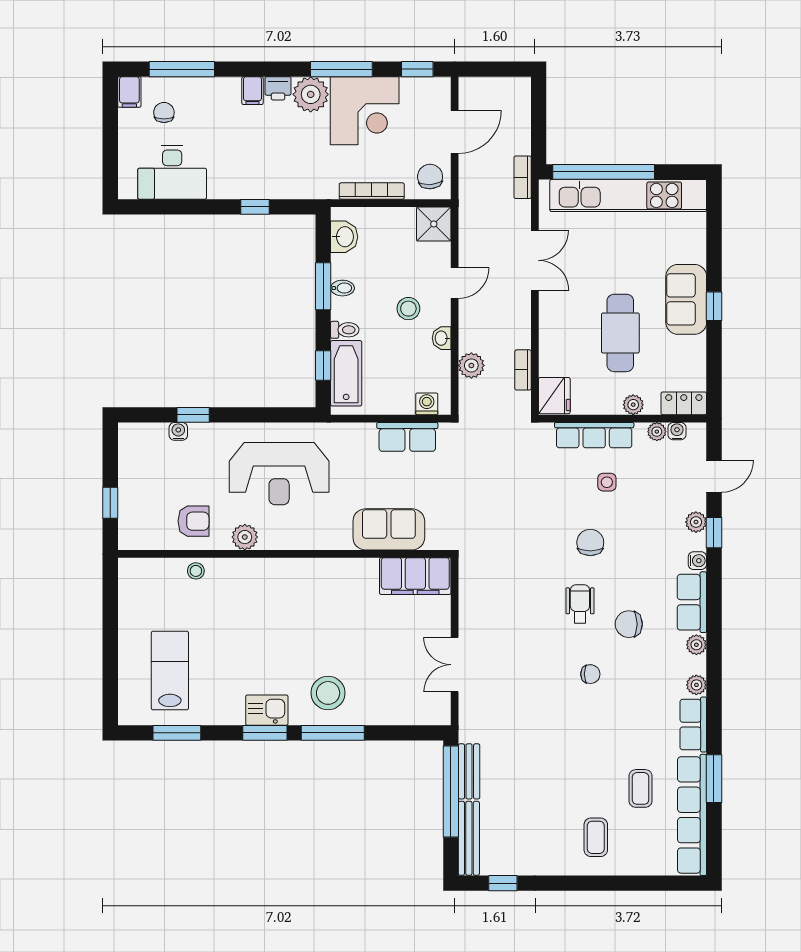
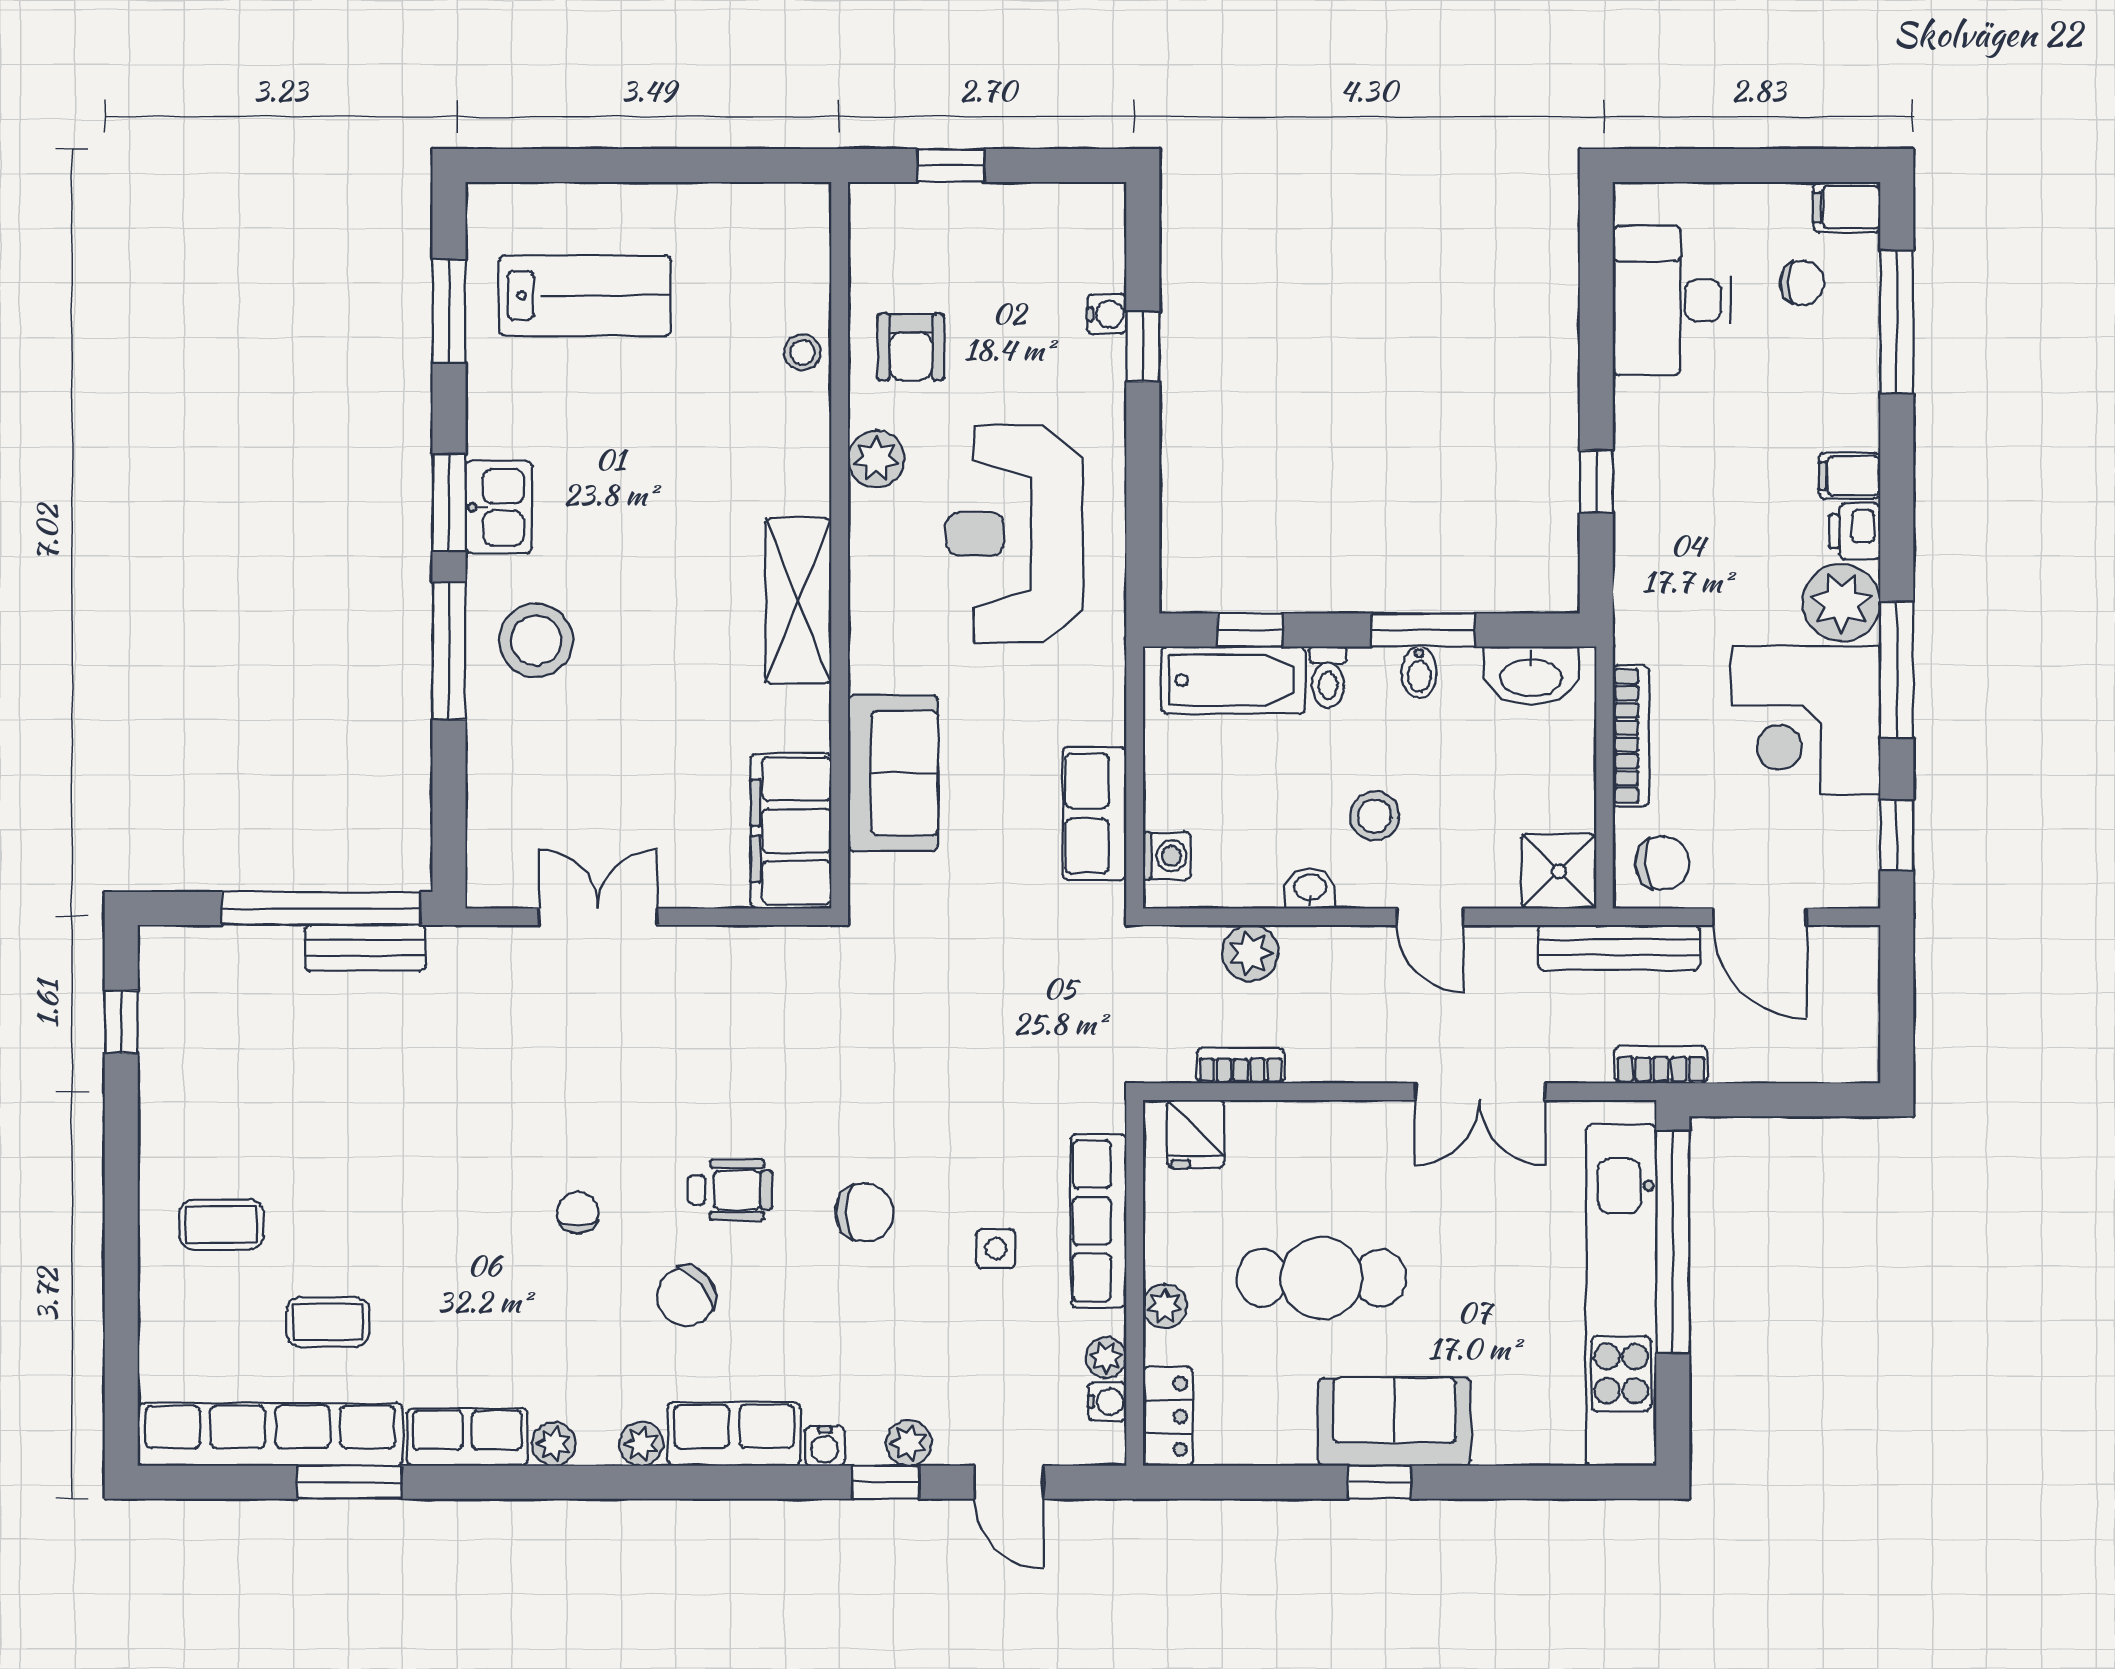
washbasin: (344, 237) -> (1531, 676), width x1.38
fridge: (554, 396) -> (1196, 1134), width x0.72
shelving: (310, 573) -> (798, 601), added
chair: (629, 624) -> (686, 1296), turned -131
chair: (590, 674) -> (577, 1212), turned 180
bench: (469, 838) -> (1619, 948), moved

